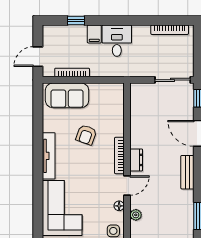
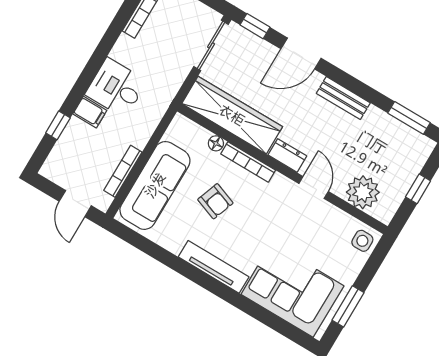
sofa: (67, 95) -> (155, 185), width x1.36
wardrobe: (140, 115) -> (232, 115), added
bookcase: (119, 155) -> (248, 162), moved
floor lamp: (119, 206) -> (216, 143), moved
plant: (136, 215) -> (363, 192), width x1.88, depth x1.88

